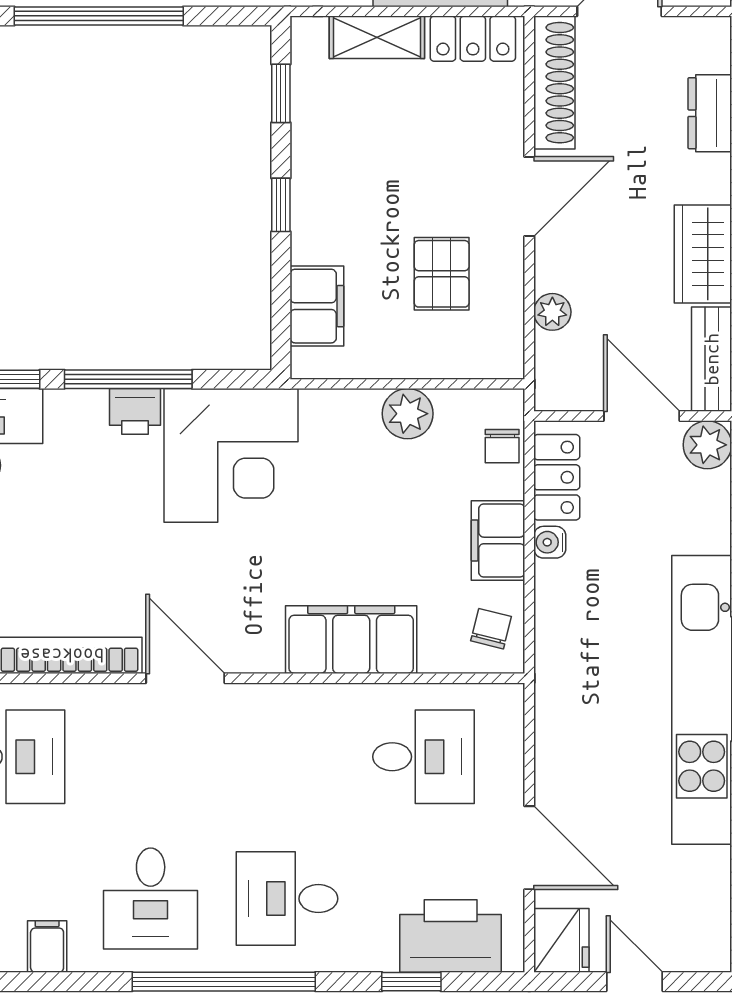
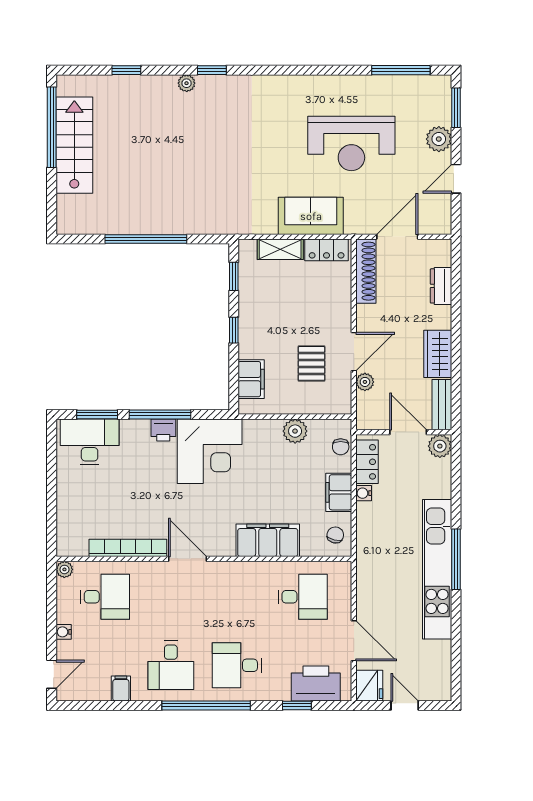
door: (529, 197) -> (354, 352), moved

